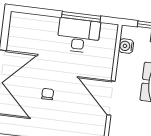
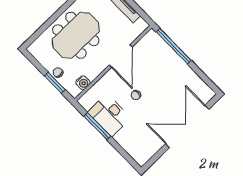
chair: (48, 94) -> (136, 95), moved

